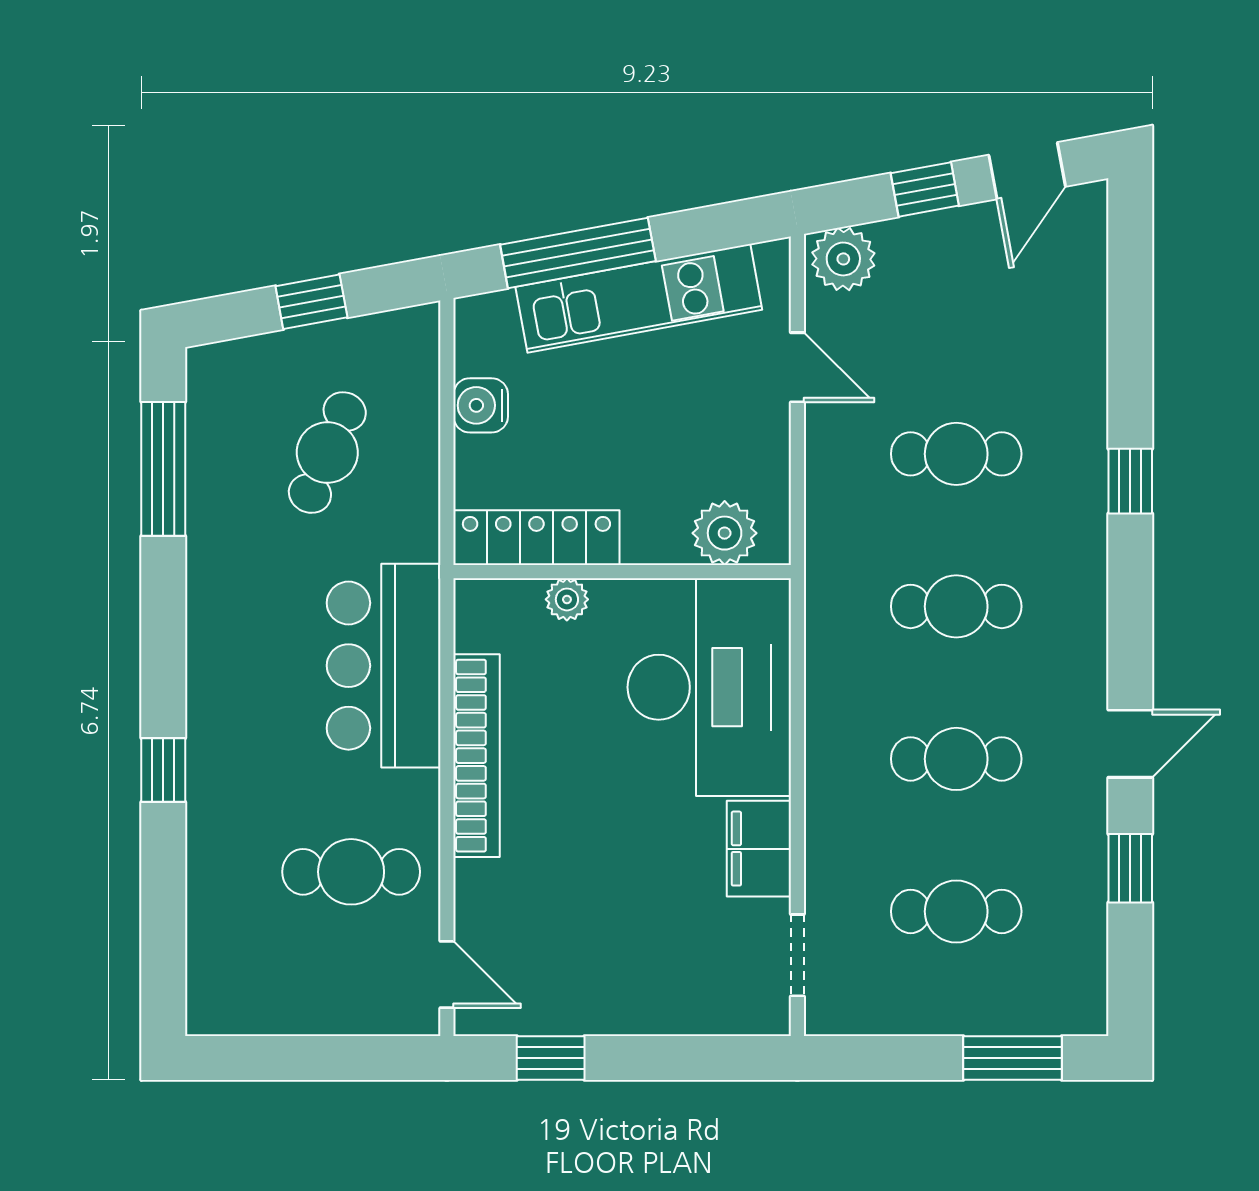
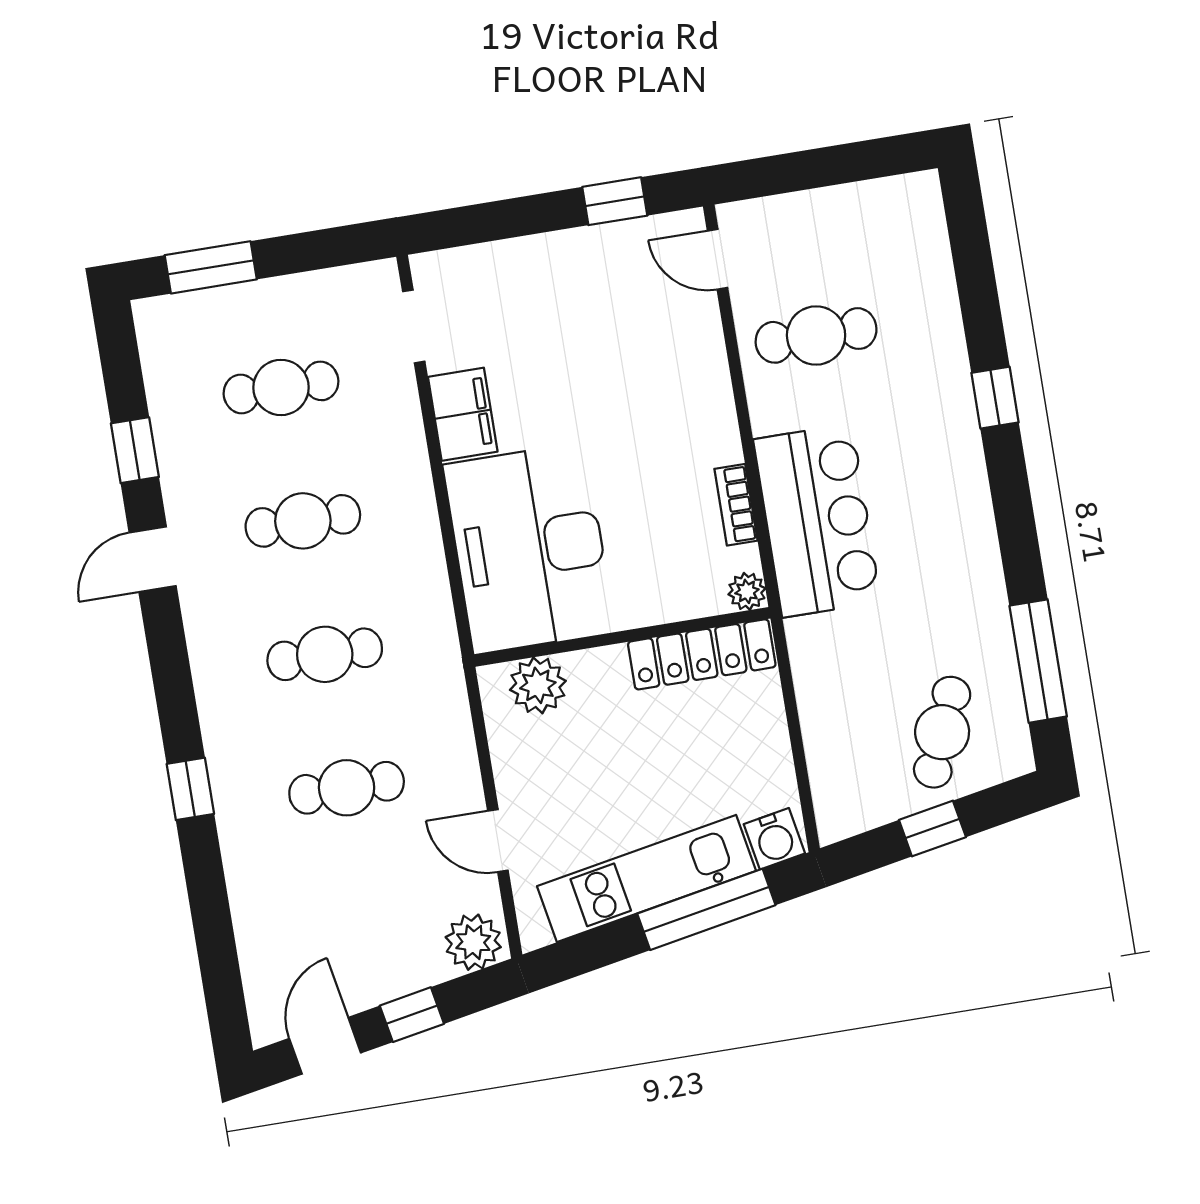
water cooler: (481, 405) -> (774, 839), moved, turned 80
cafe table: (327, 453) -> (942, 732), moved
plant: (567, 599) -> (747, 591), moved
bookcase: (477, 756) -> (736, 505), width x0.43, depth x0.76

